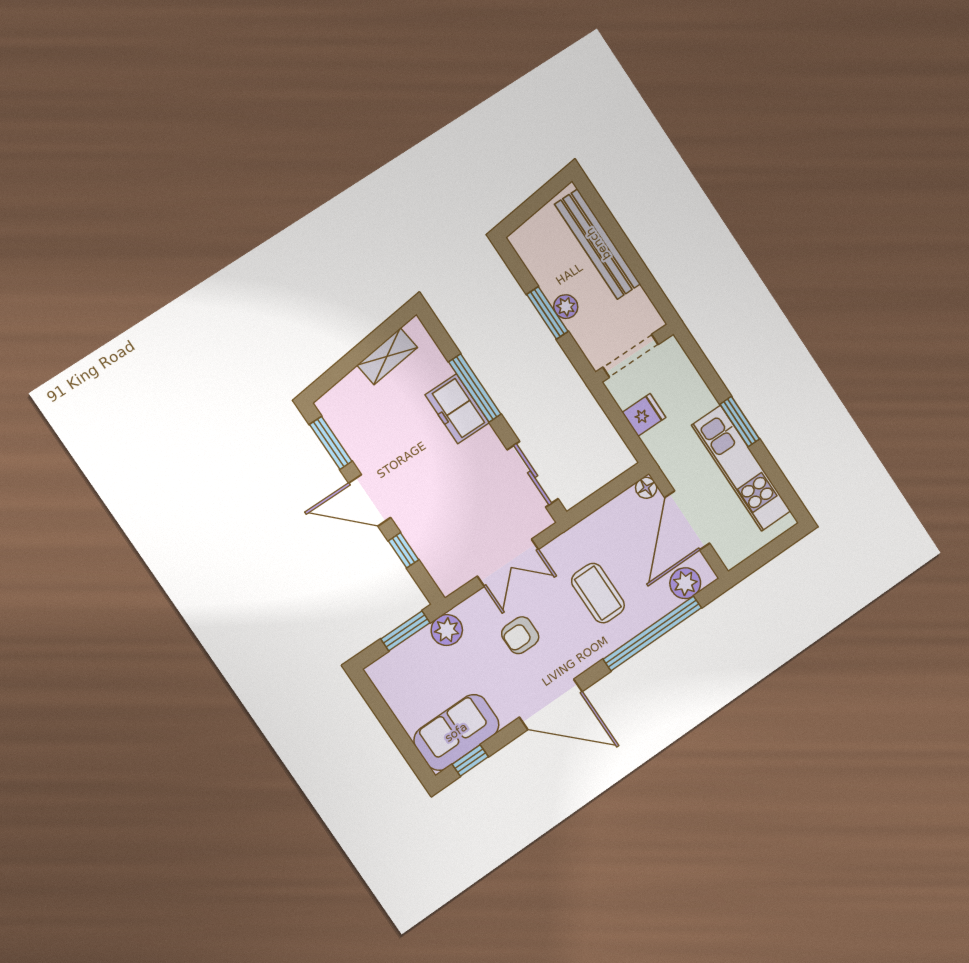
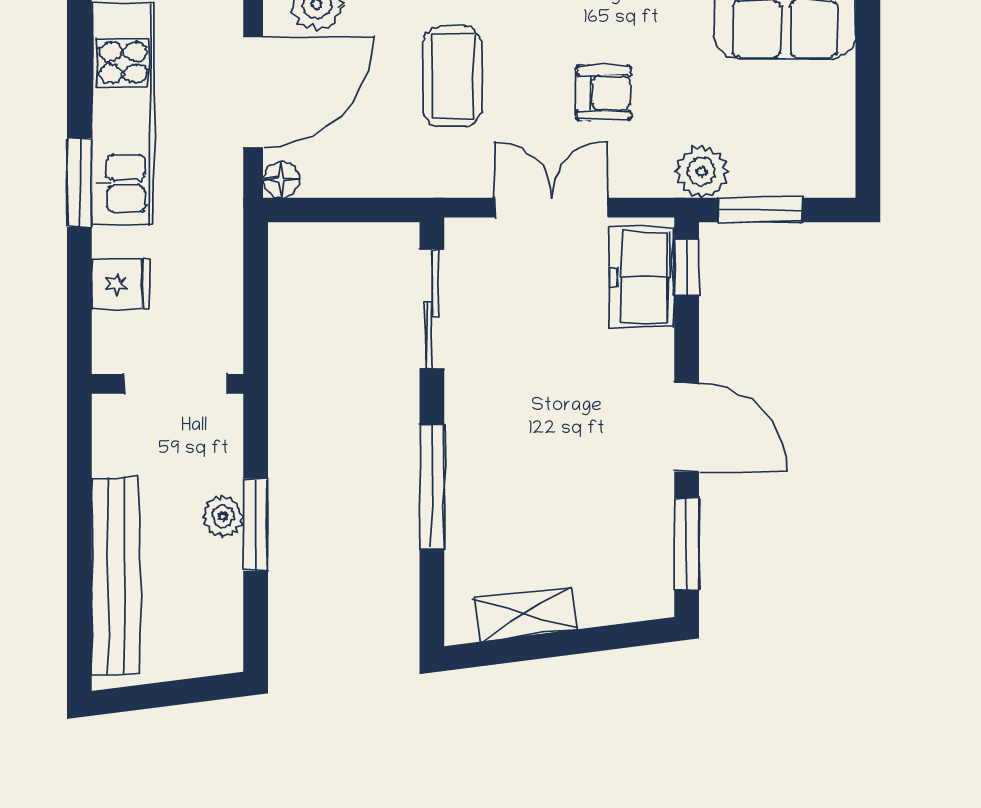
freezer: (457, 409) -> (642, 277), moved, turned 180
fridge: (644, 415) -> (121, 284), moved, turned 180
window: (404, 550) -> (687, 268), moved

